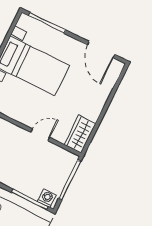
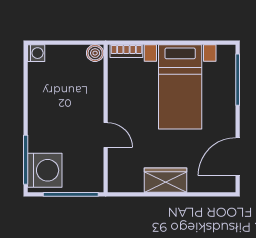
wardrobe: (80, 134) -> (166, 180), moved
washing machine: (47, 198) -> (45, 170), width x1.89, depth x1.89

